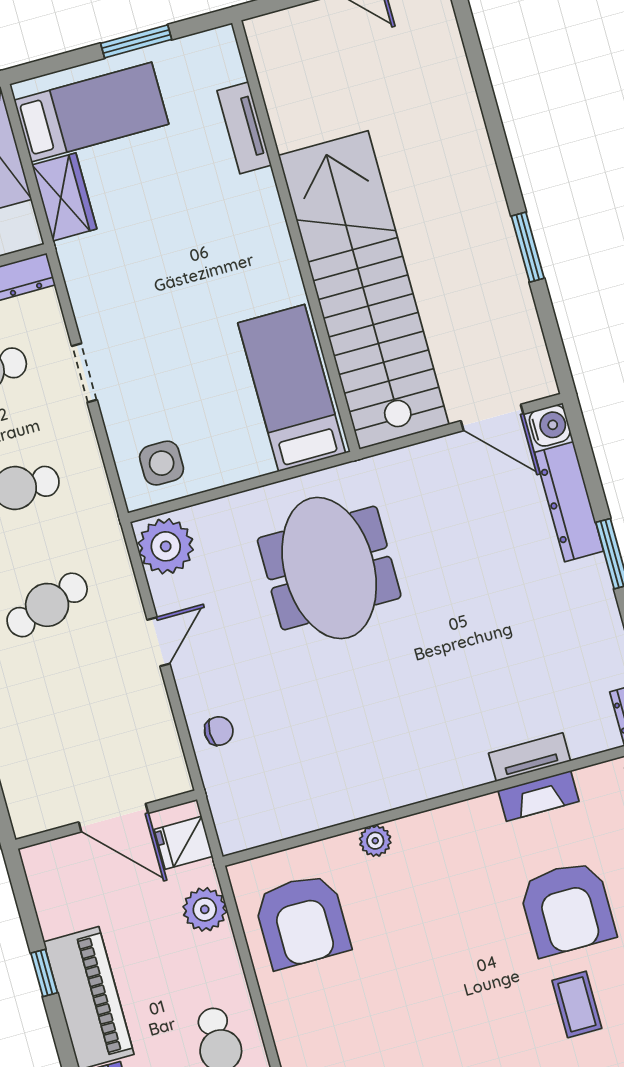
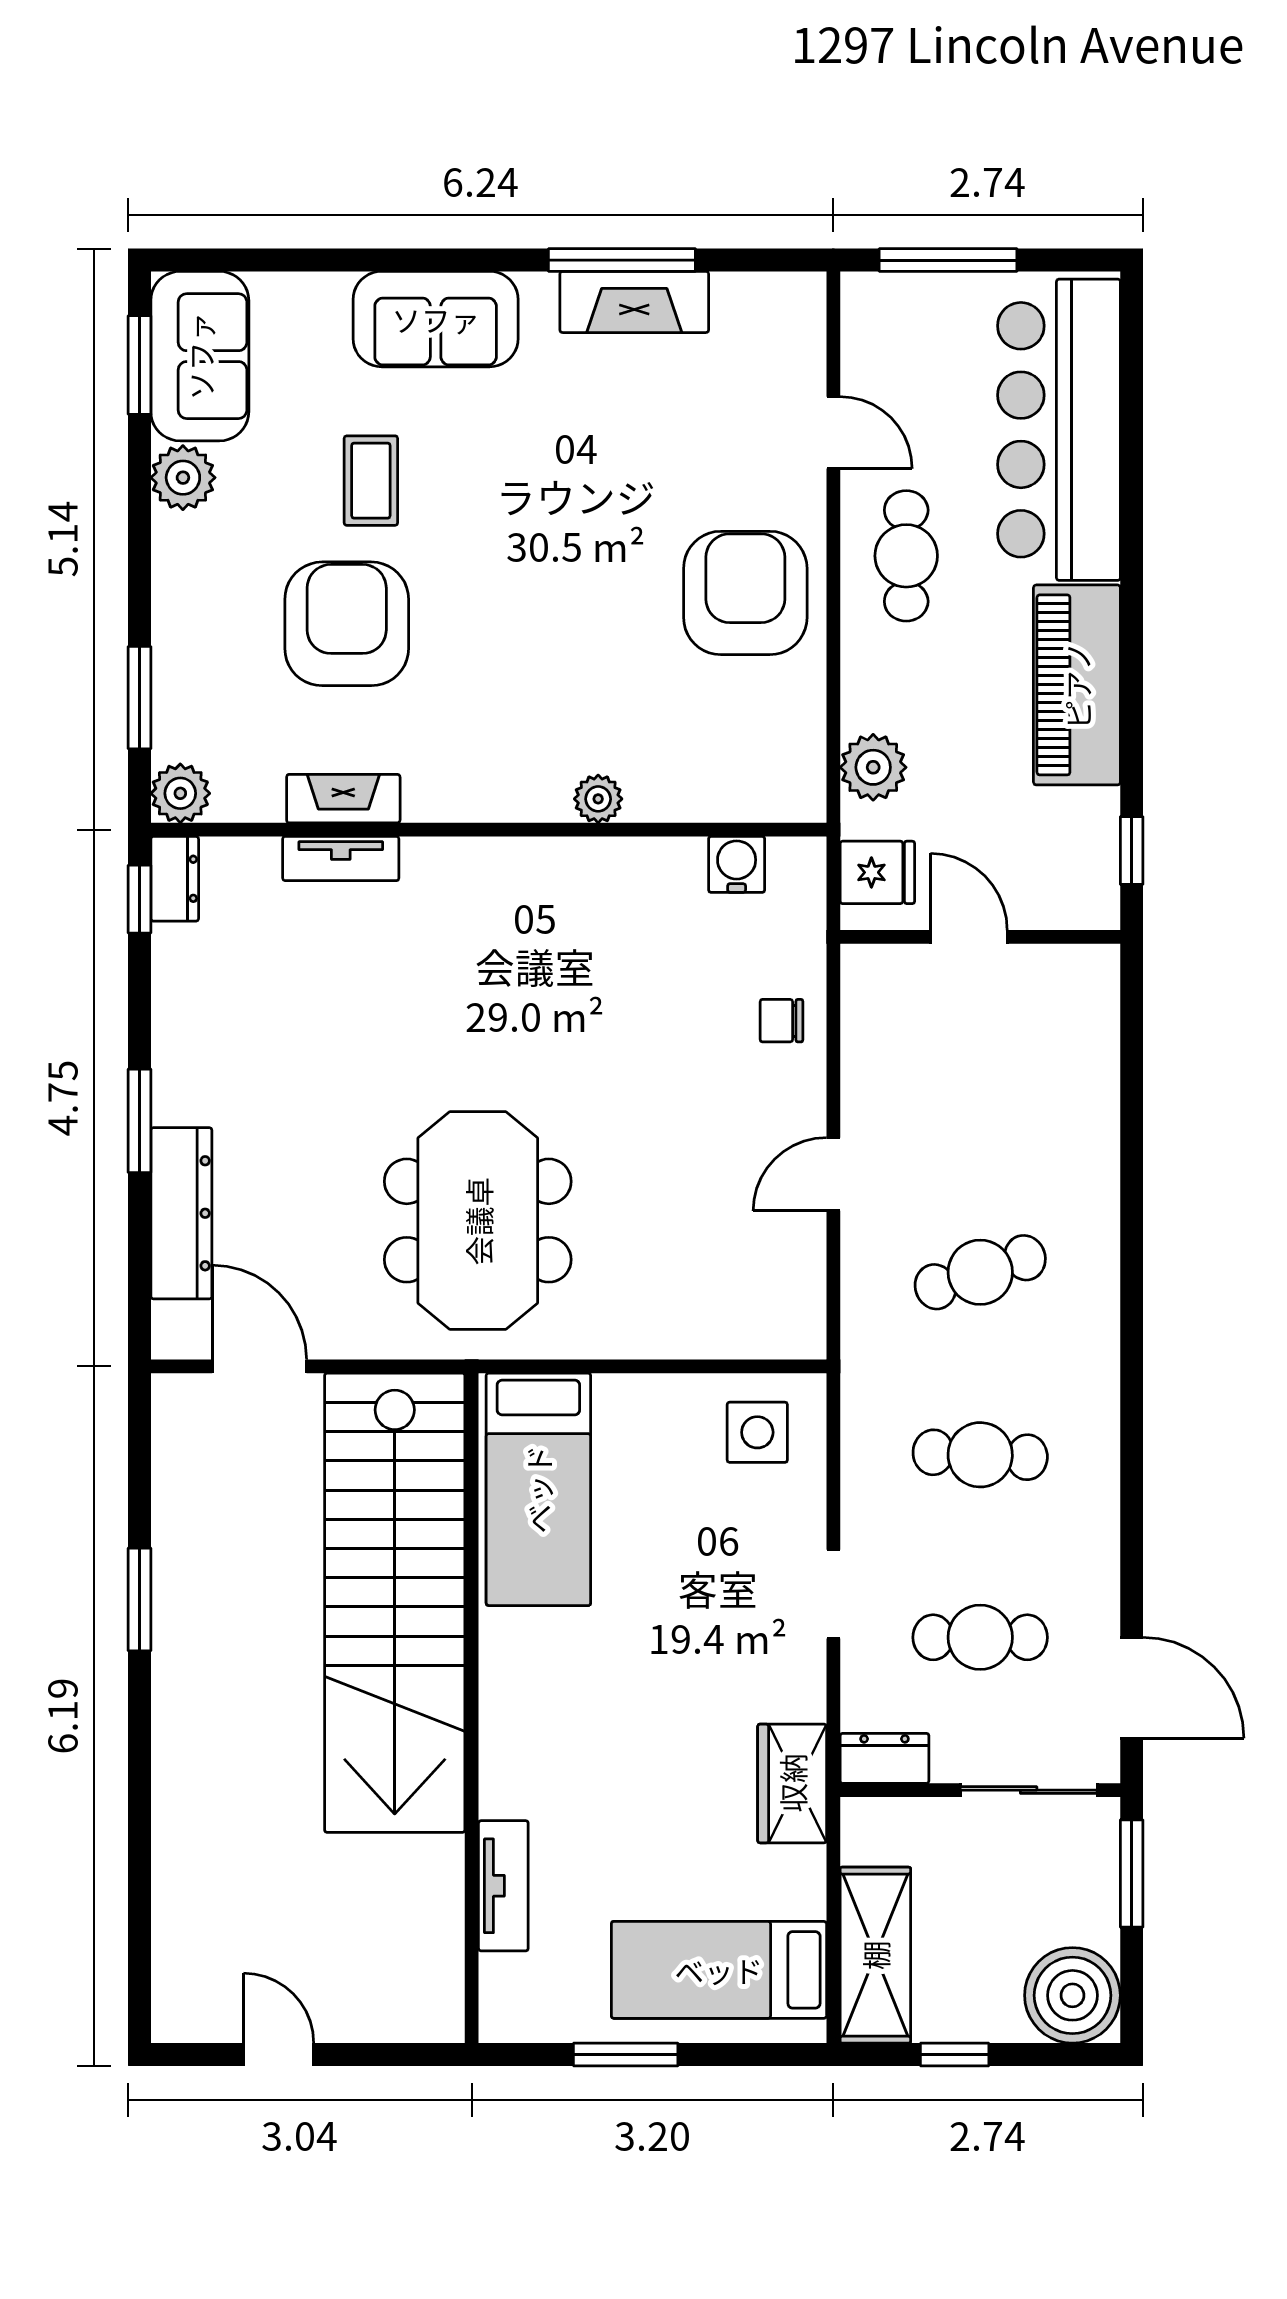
wardrobe: (64, 197) -> (792, 1783), moved
water cooler: (550, 426) -> (737, 864), moved, turned 90
plant: (166, 546) -> (785, 1310), removed
meeting table: (329, 568) -> (478, 1221), moved
door: (113, 818) -> (969, 937), width x0.73
armchair: (302, 921) -> (745, 593), moved
window: (44, 973) -> (1132, 850), moved

